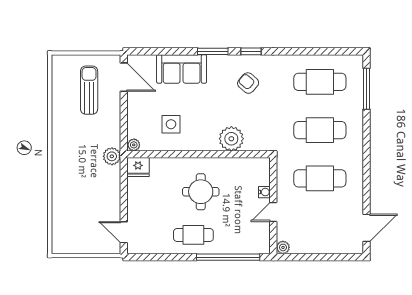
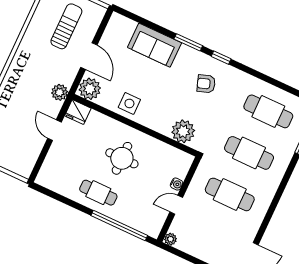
door: (124, 77) -> (89, 56), moved
armchair: (248, 83) -> (206, 84), turned -60
side table: (171, 124) -> (129, 103), moved
plant: (231, 139) -> (183, 131), moved
plant: (134, 145) -> (90, 89), width x1.87, depth x1.87
door: (124, 232) -> (54, 130), moved

